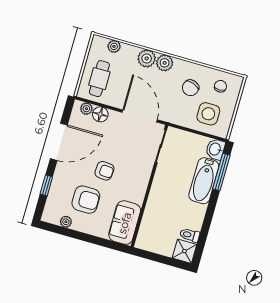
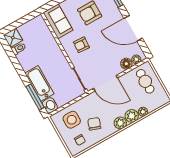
plant: (114, 46) -> (143, 112), moved
door: (59, 142) -> (133, 28), hinge flipped
armchair: (104, 171) -> (81, 45), moved

